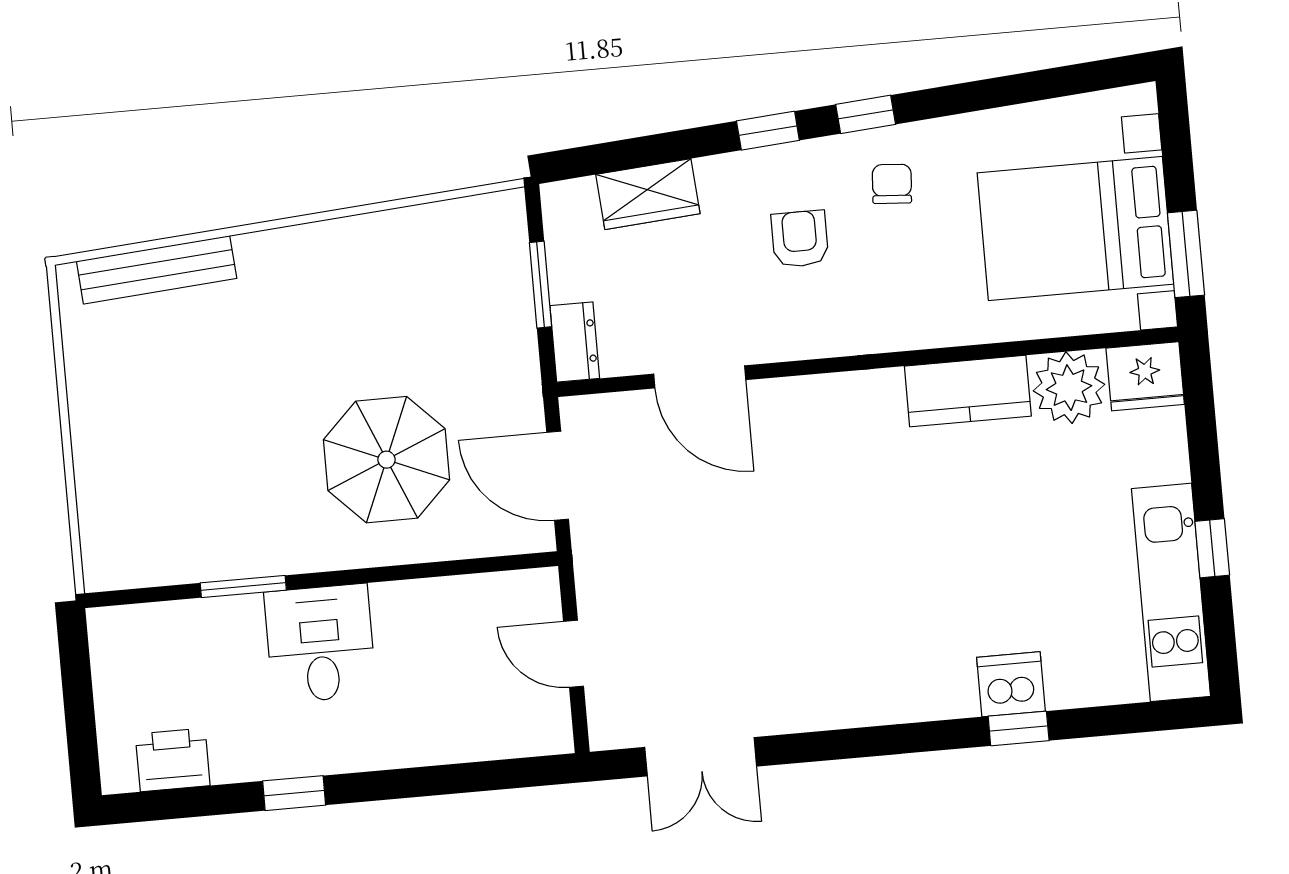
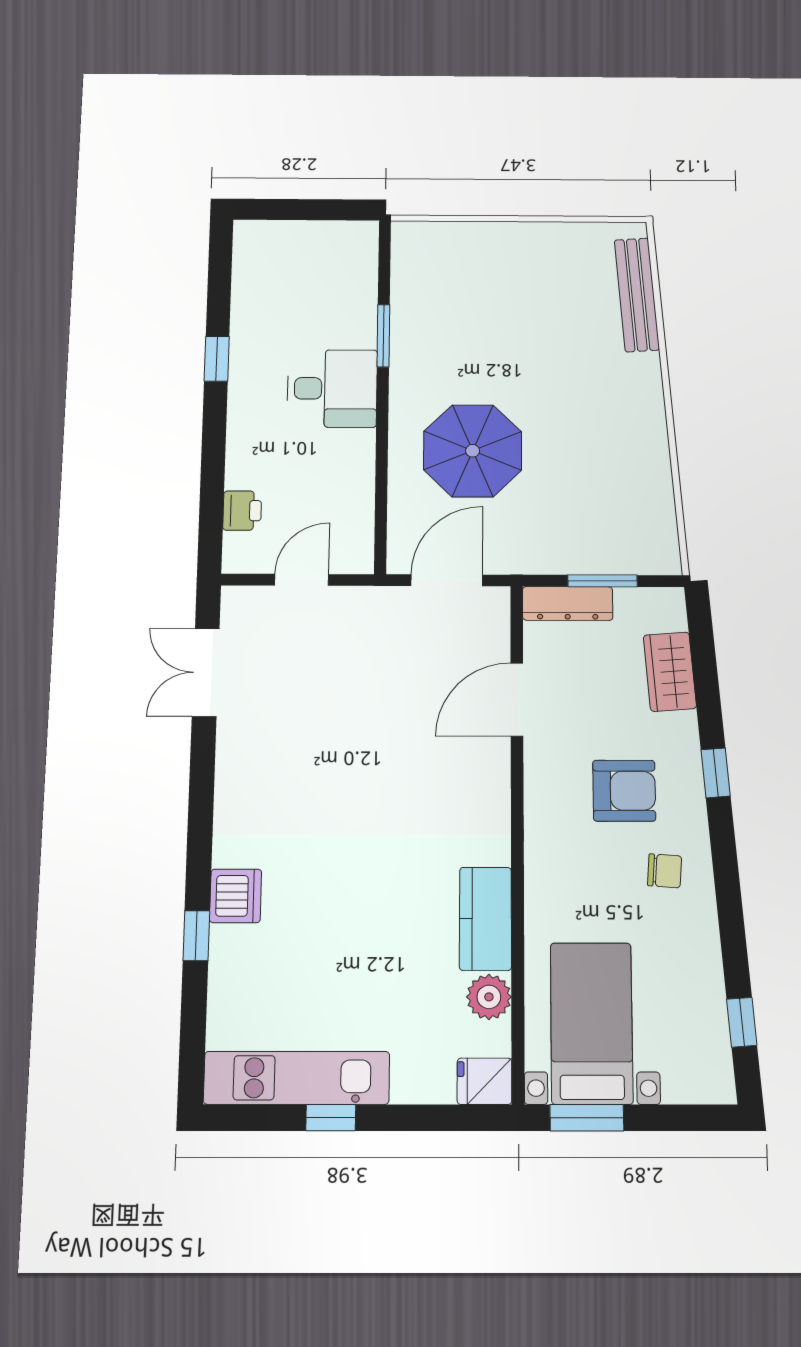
window: (866, 114) -> (742, 1022), moved
bed with nightstands: (1075, 229) -> (592, 1023), width x0.73
armchair: (800, 239) -> (624, 791), width x1.38, depth x1.38
dresser: (575, 342) -> (568, 603), width x1.44
fridge: (1145, 376) -> (484, 1081), width x0.72
plant: (1069, 388) -> (489, 997), width x0.73, depth x0.73
dishwasher: (1011, 684) -> (236, 896), moved
printer: (173, 760) -> (242, 511), moved, width x0.73, depth x0.81

